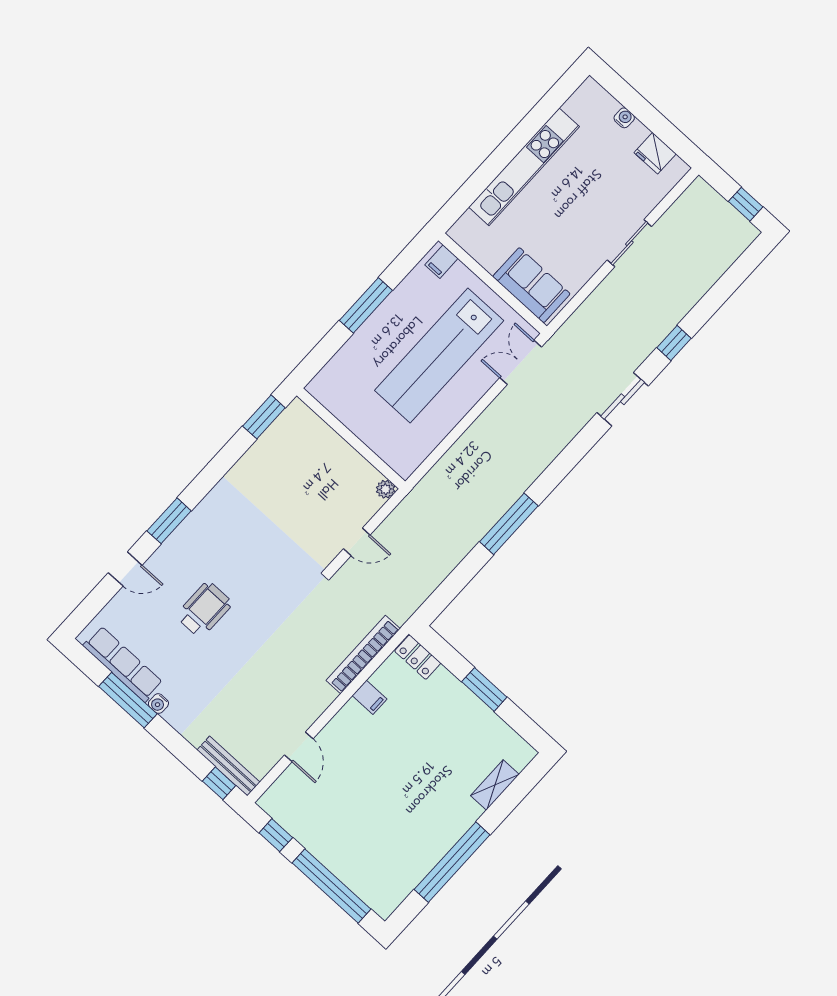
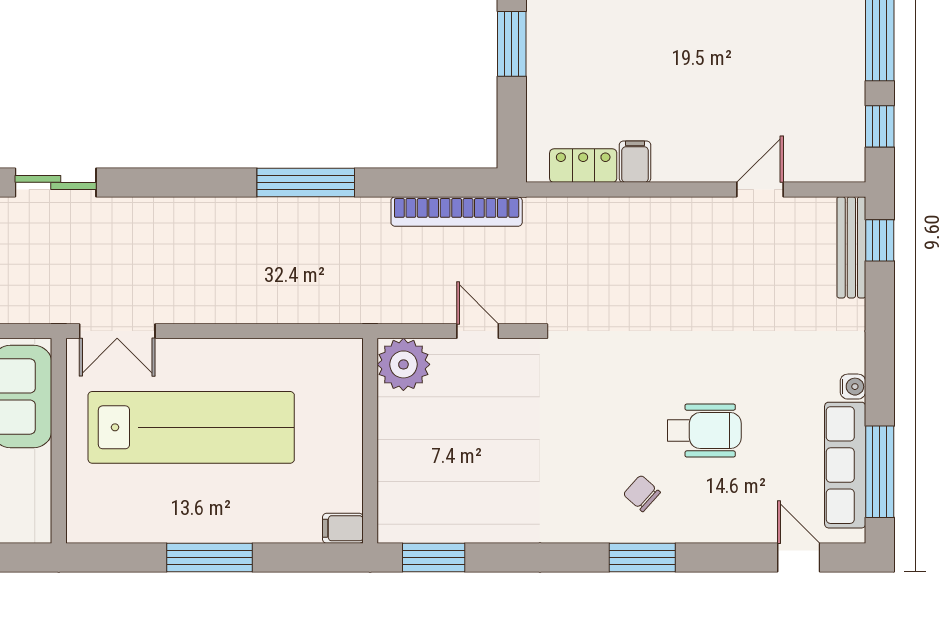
filing cabinet: (441, 262) -> (343, 528), moved, turned 180
plant: (385, 489) -> (403, 364), width x1.88, depth x1.88
chair: (201, 550) -> (642, 493), added
door: (125, 569) -> (799, 558), moved
wheelchair: (204, 610) -> (704, 431), turned 180
bookcase: (363, 655) -> (457, 212), moved
locker: (418, 657) -> (583, 166), moved, turned -90
window: (128, 700) -> (880, 472), moved

